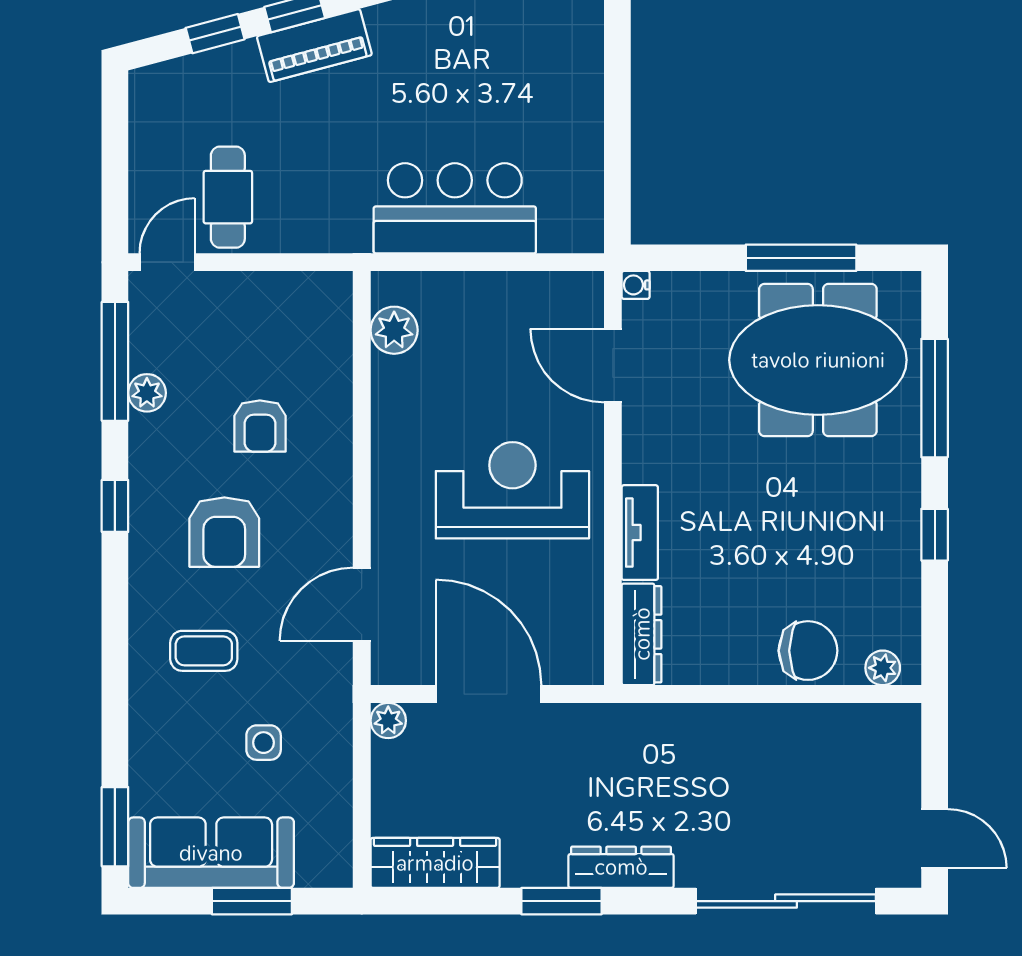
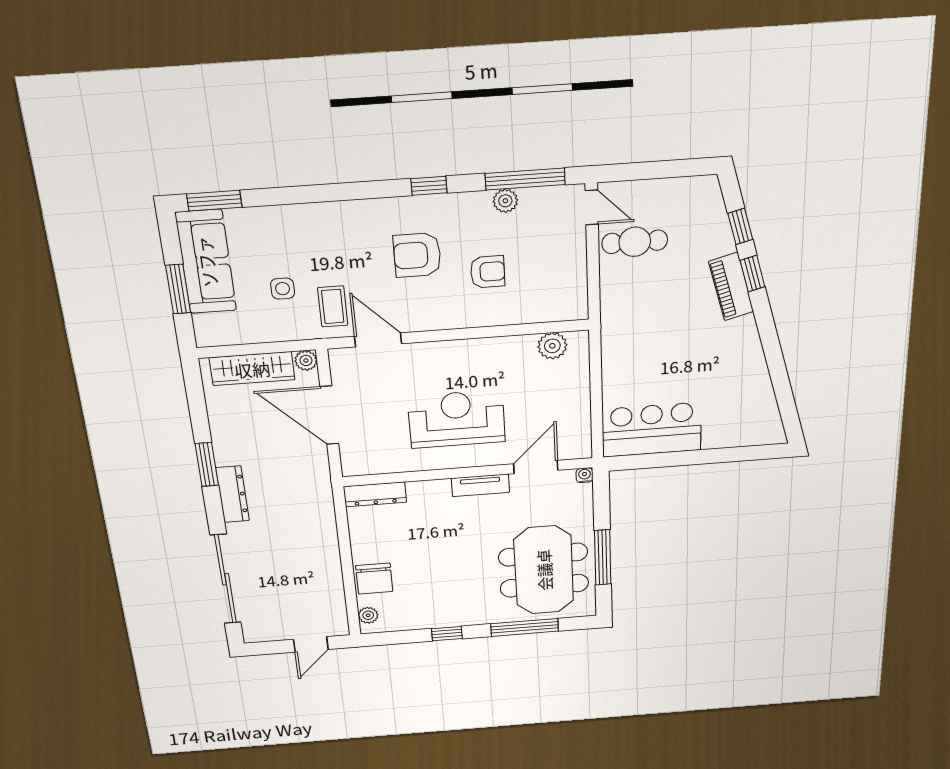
bar counter: (455, 208) -> (652, 430), moved, turned -90
armchair: (260, 426) -> (488, 272), turned 180
reception desk: (512, 490) -> (457, 419), turned -90
tv unit: (640, 533) -> (480, 485), moved
coffee table: (204, 651) -> (333, 306), moved
door: (488, 694) -> (329, 415), swing flipped
door: (935, 838) -> (311, 644), moved
wardrobe: (435, 863) -> (252, 369), moved, turned 90

